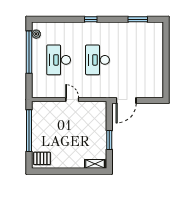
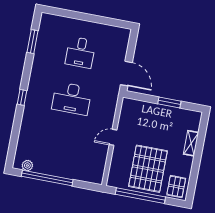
desk: (59, 60) -> (80, 52), moved, width x0.73
pallet: (52, 133) -> (148, 169), added
shelving: (95, 164) -> (191, 143), moved

